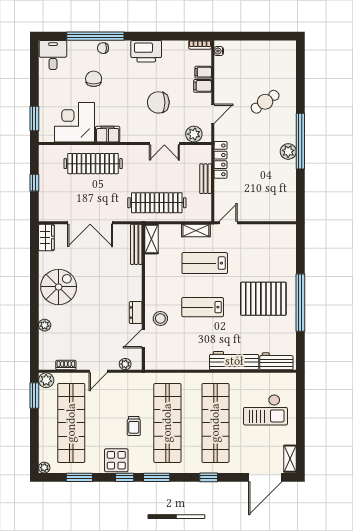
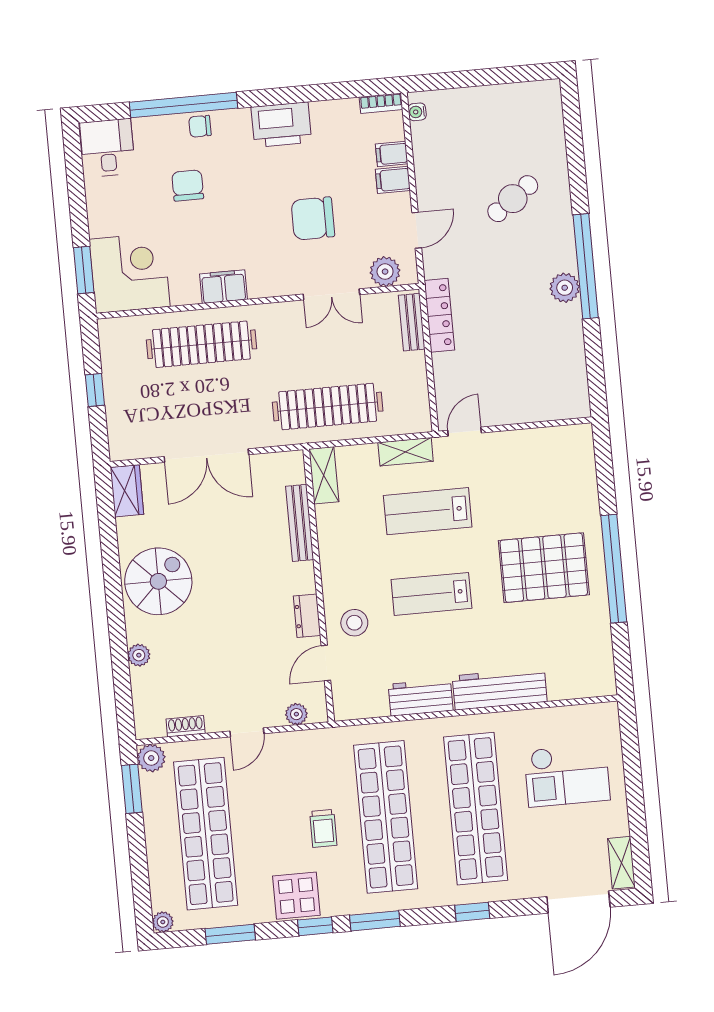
corner desk: (75, 122) -> (130, 273), moved, turned 90
bench: (206, 179) -> (412, 322), moved
bench: (136, 244) -> (300, 523), moved
workbench: (276, 361) -> (421, 697), moved

